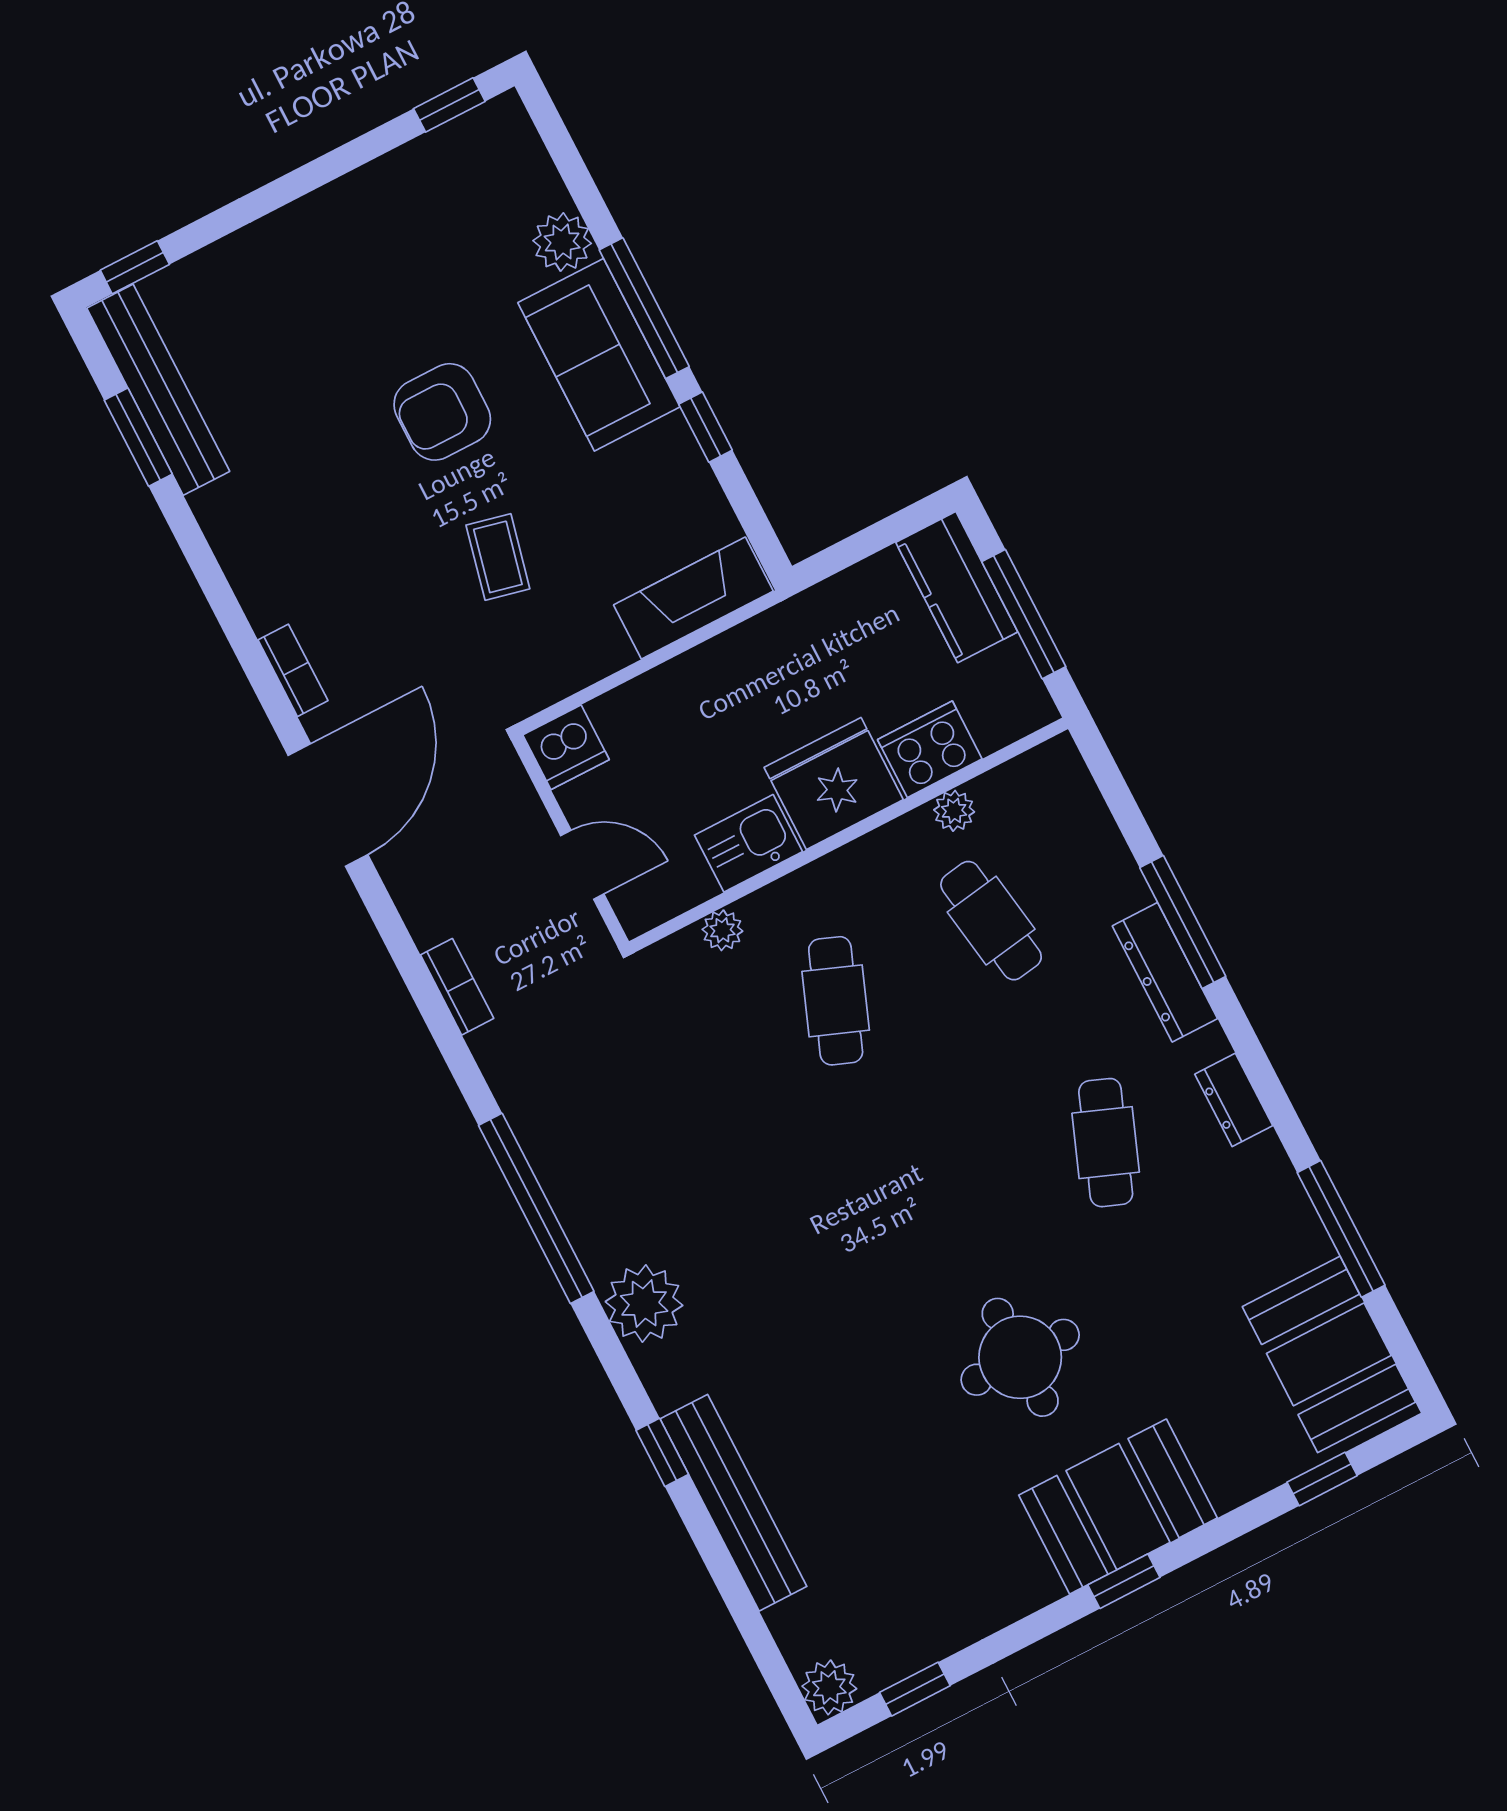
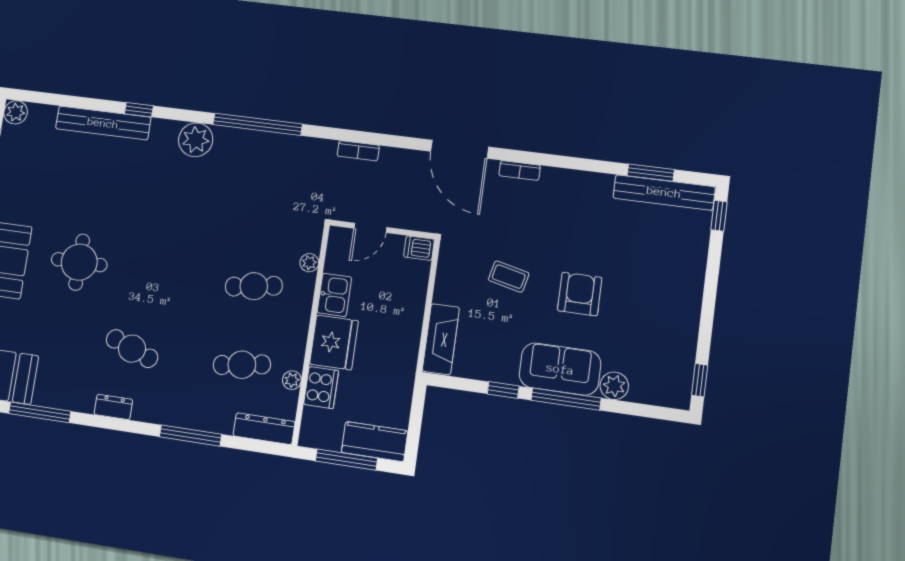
dishwasher: (566, 747) -> (419, 248), width x0.73
dresser: (1165, 972) -> (264, 429), moved
cafe table: (836, 1001) -> (254, 286), turned -30

